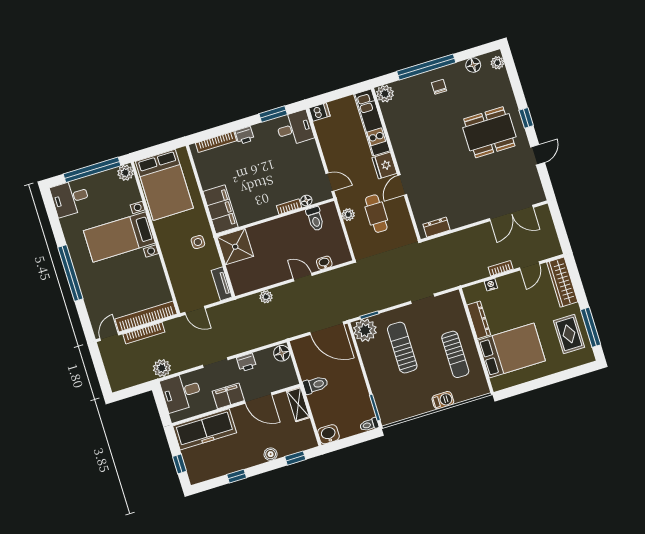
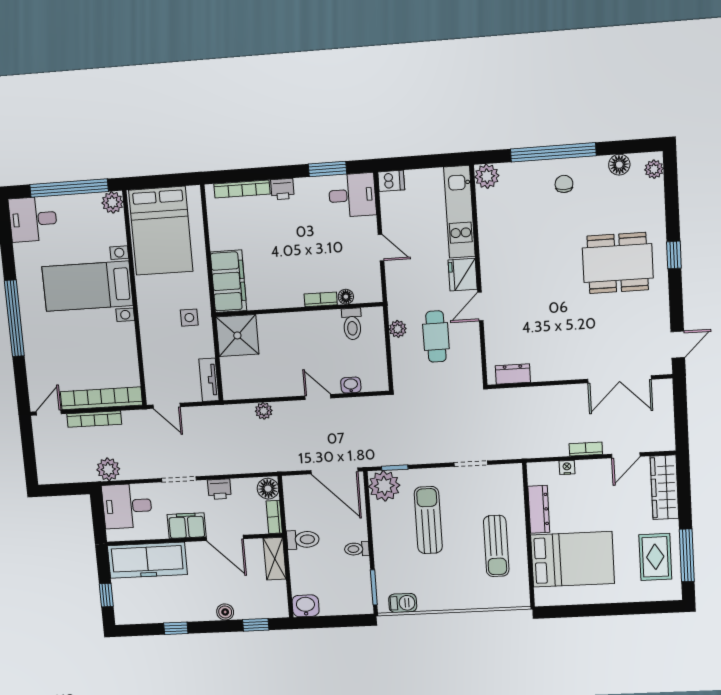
door: (538, 155) -> (678, 345), moved
door: (330, 182) -> (381, 248), moved
bookcase: (291, 373) -> (274, 517), added
barbecue: (443, 400) -> (403, 603), moved
toilet: (369, 425) -> (357, 549), moved

